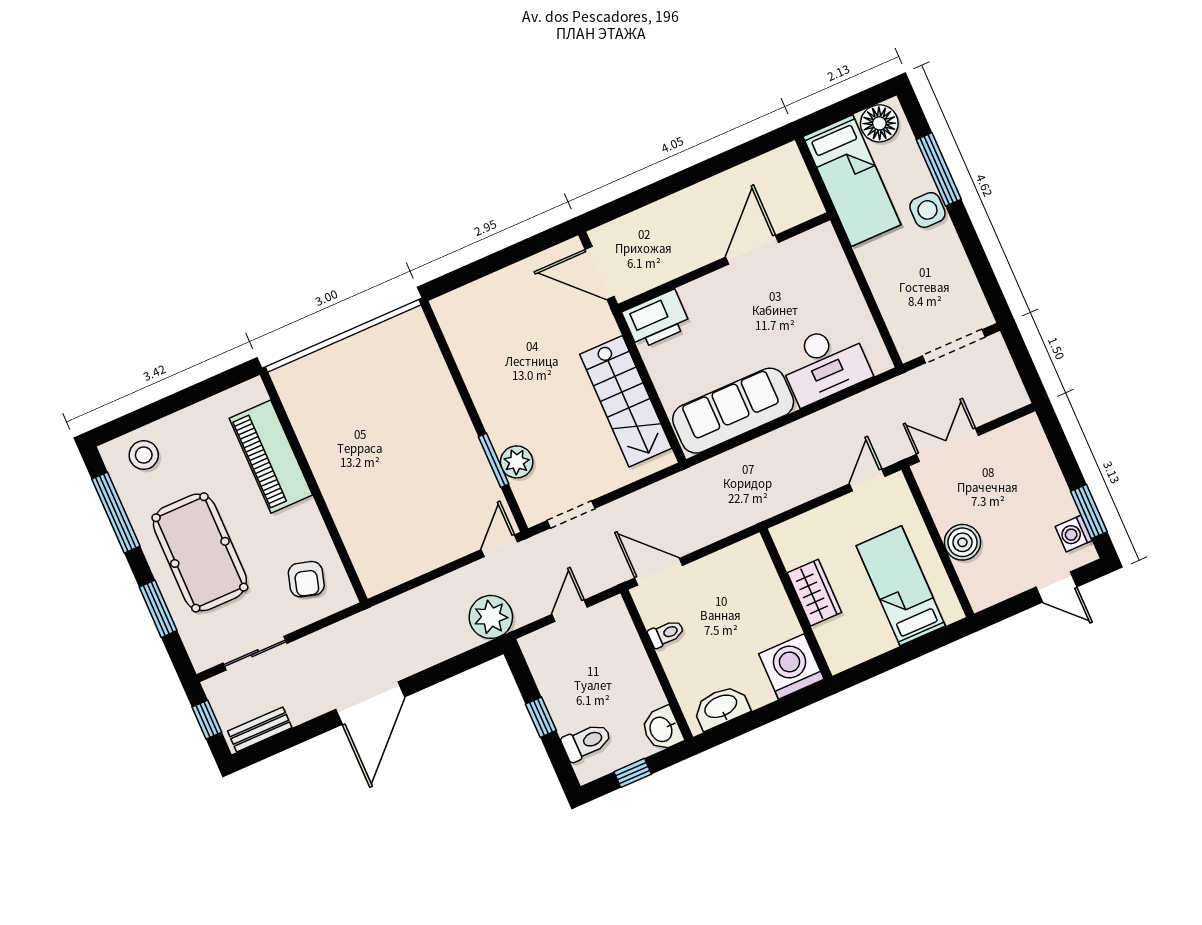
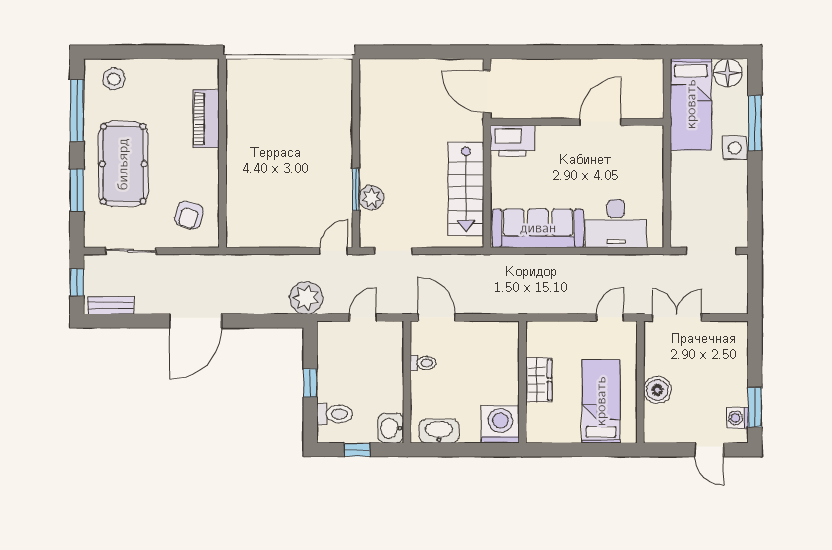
piano: (271, 457) -> (206, 119), width x0.73, depth x0.75

